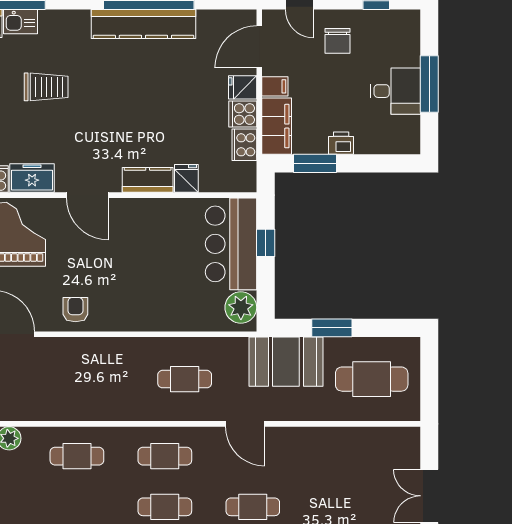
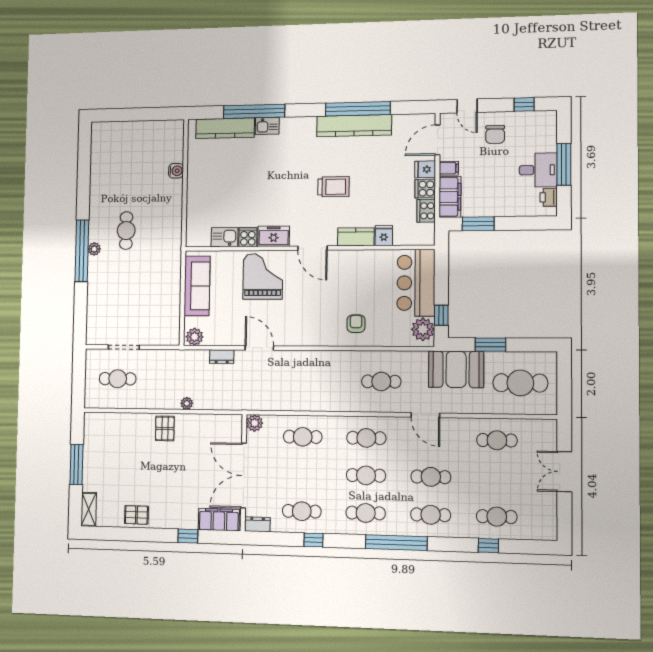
trolley: (46, 87) -> (334, 187), moved
printer: (341, 143) -> (549, 197), moved, turned -90
window: (266, 243) -> (441, 315), moved
armchair: (75, 310) -> (356, 324), moved
cafe table: (341, 456) -> (497, 440), added

